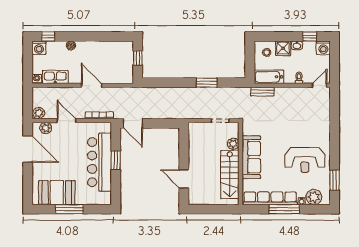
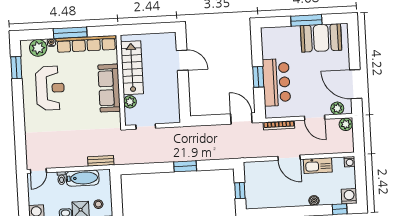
kitchen sink: (55, 77) -> (318, 166), moved
bathtub: (269, 77) -> (83, 178), moved
window: (207, 83) -> (185, 166), moved
reception desk: (305, 160) -> (50, 88), turned 90
bar counter: (99, 162) -> (276, 82), width x0.73

